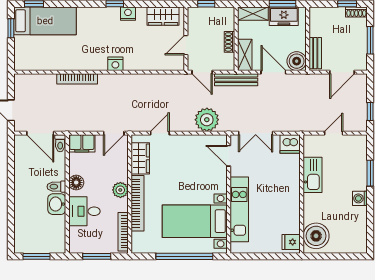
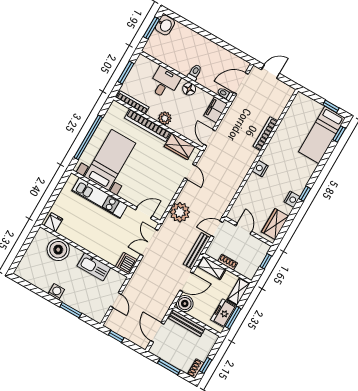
bench: (315, 53) -> (187, 323), width x1.36
washbasin: (57, 204) -> (165, 25), moved, turned 90
boiler: (316, 236) -> (58, 250), moved

